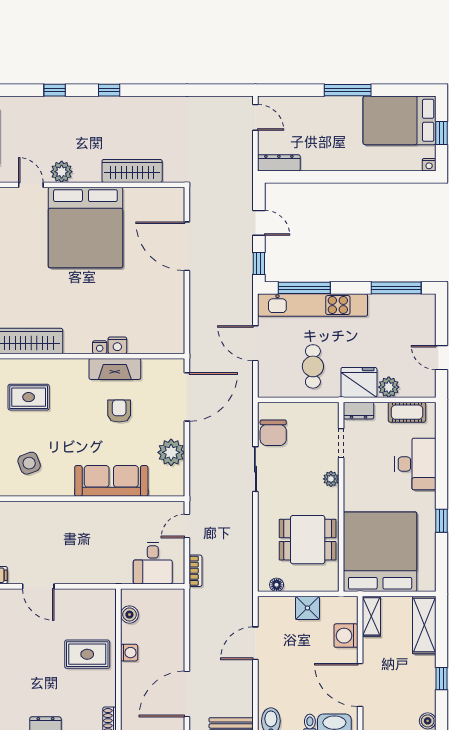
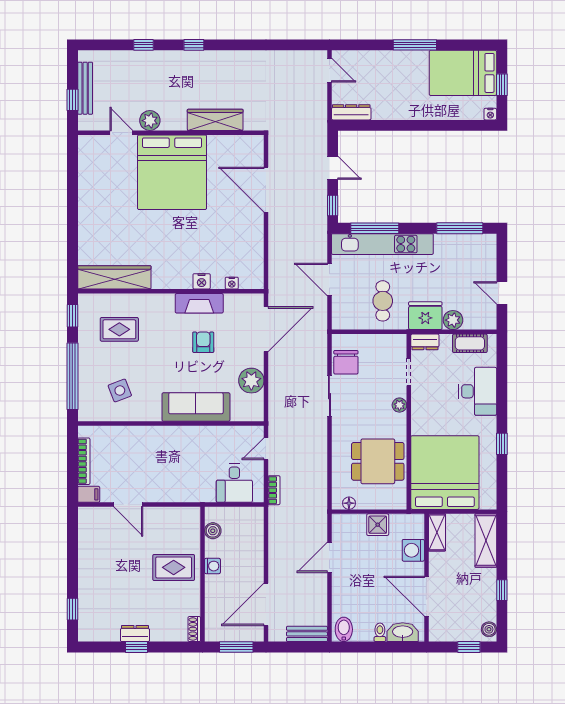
nightstand: (100, 347) -> (232, 283), moved

